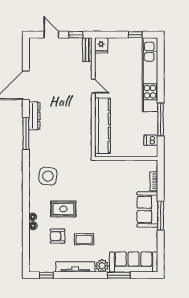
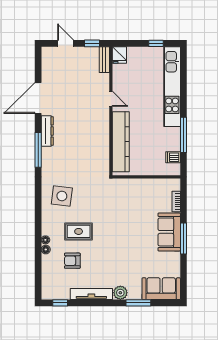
coffee table: (84, 239) -> (101, 264), removed
sofa: (134, 262) -> (161, 289), width x0.73

